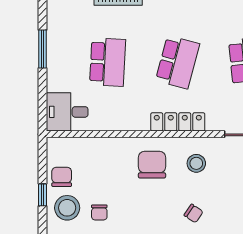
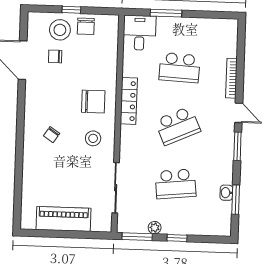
window: (42, 49) -> (166, 13), moved
school desk: (178, 62) -> (178, 126), turned -39
locker: (178, 122) -> (129, 101), moved
chair: (62, 177) -> (86, 26), turned 90

